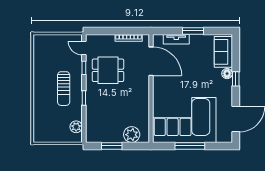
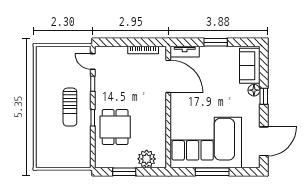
tv unit: (176, 39) -> (185, 52), moved
dining table: (108, 70) -> (115, 127), moved, turned 90
plant: (76, 127) -> (84, 150), removed

